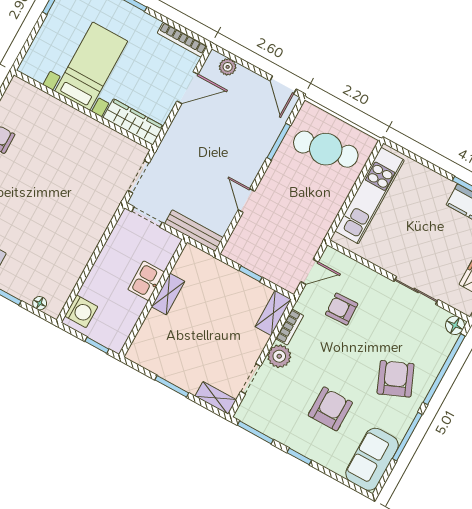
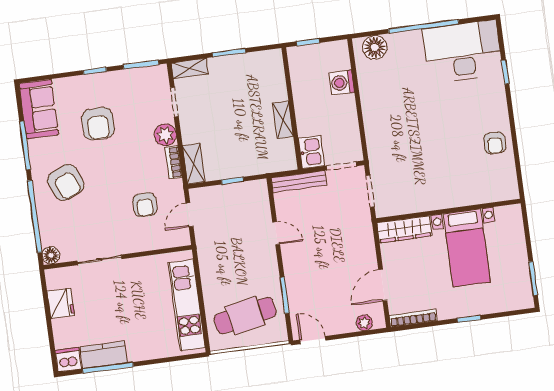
kitchen sink: (146, 281) -> (311, 152), moved
floor lamp: (40, 303) -> (375, 47), width x1.89, depth x1.89
armchair: (342, 309) -> (145, 205), turned 92
washing machine: (81, 311) -> (342, 83), moved

